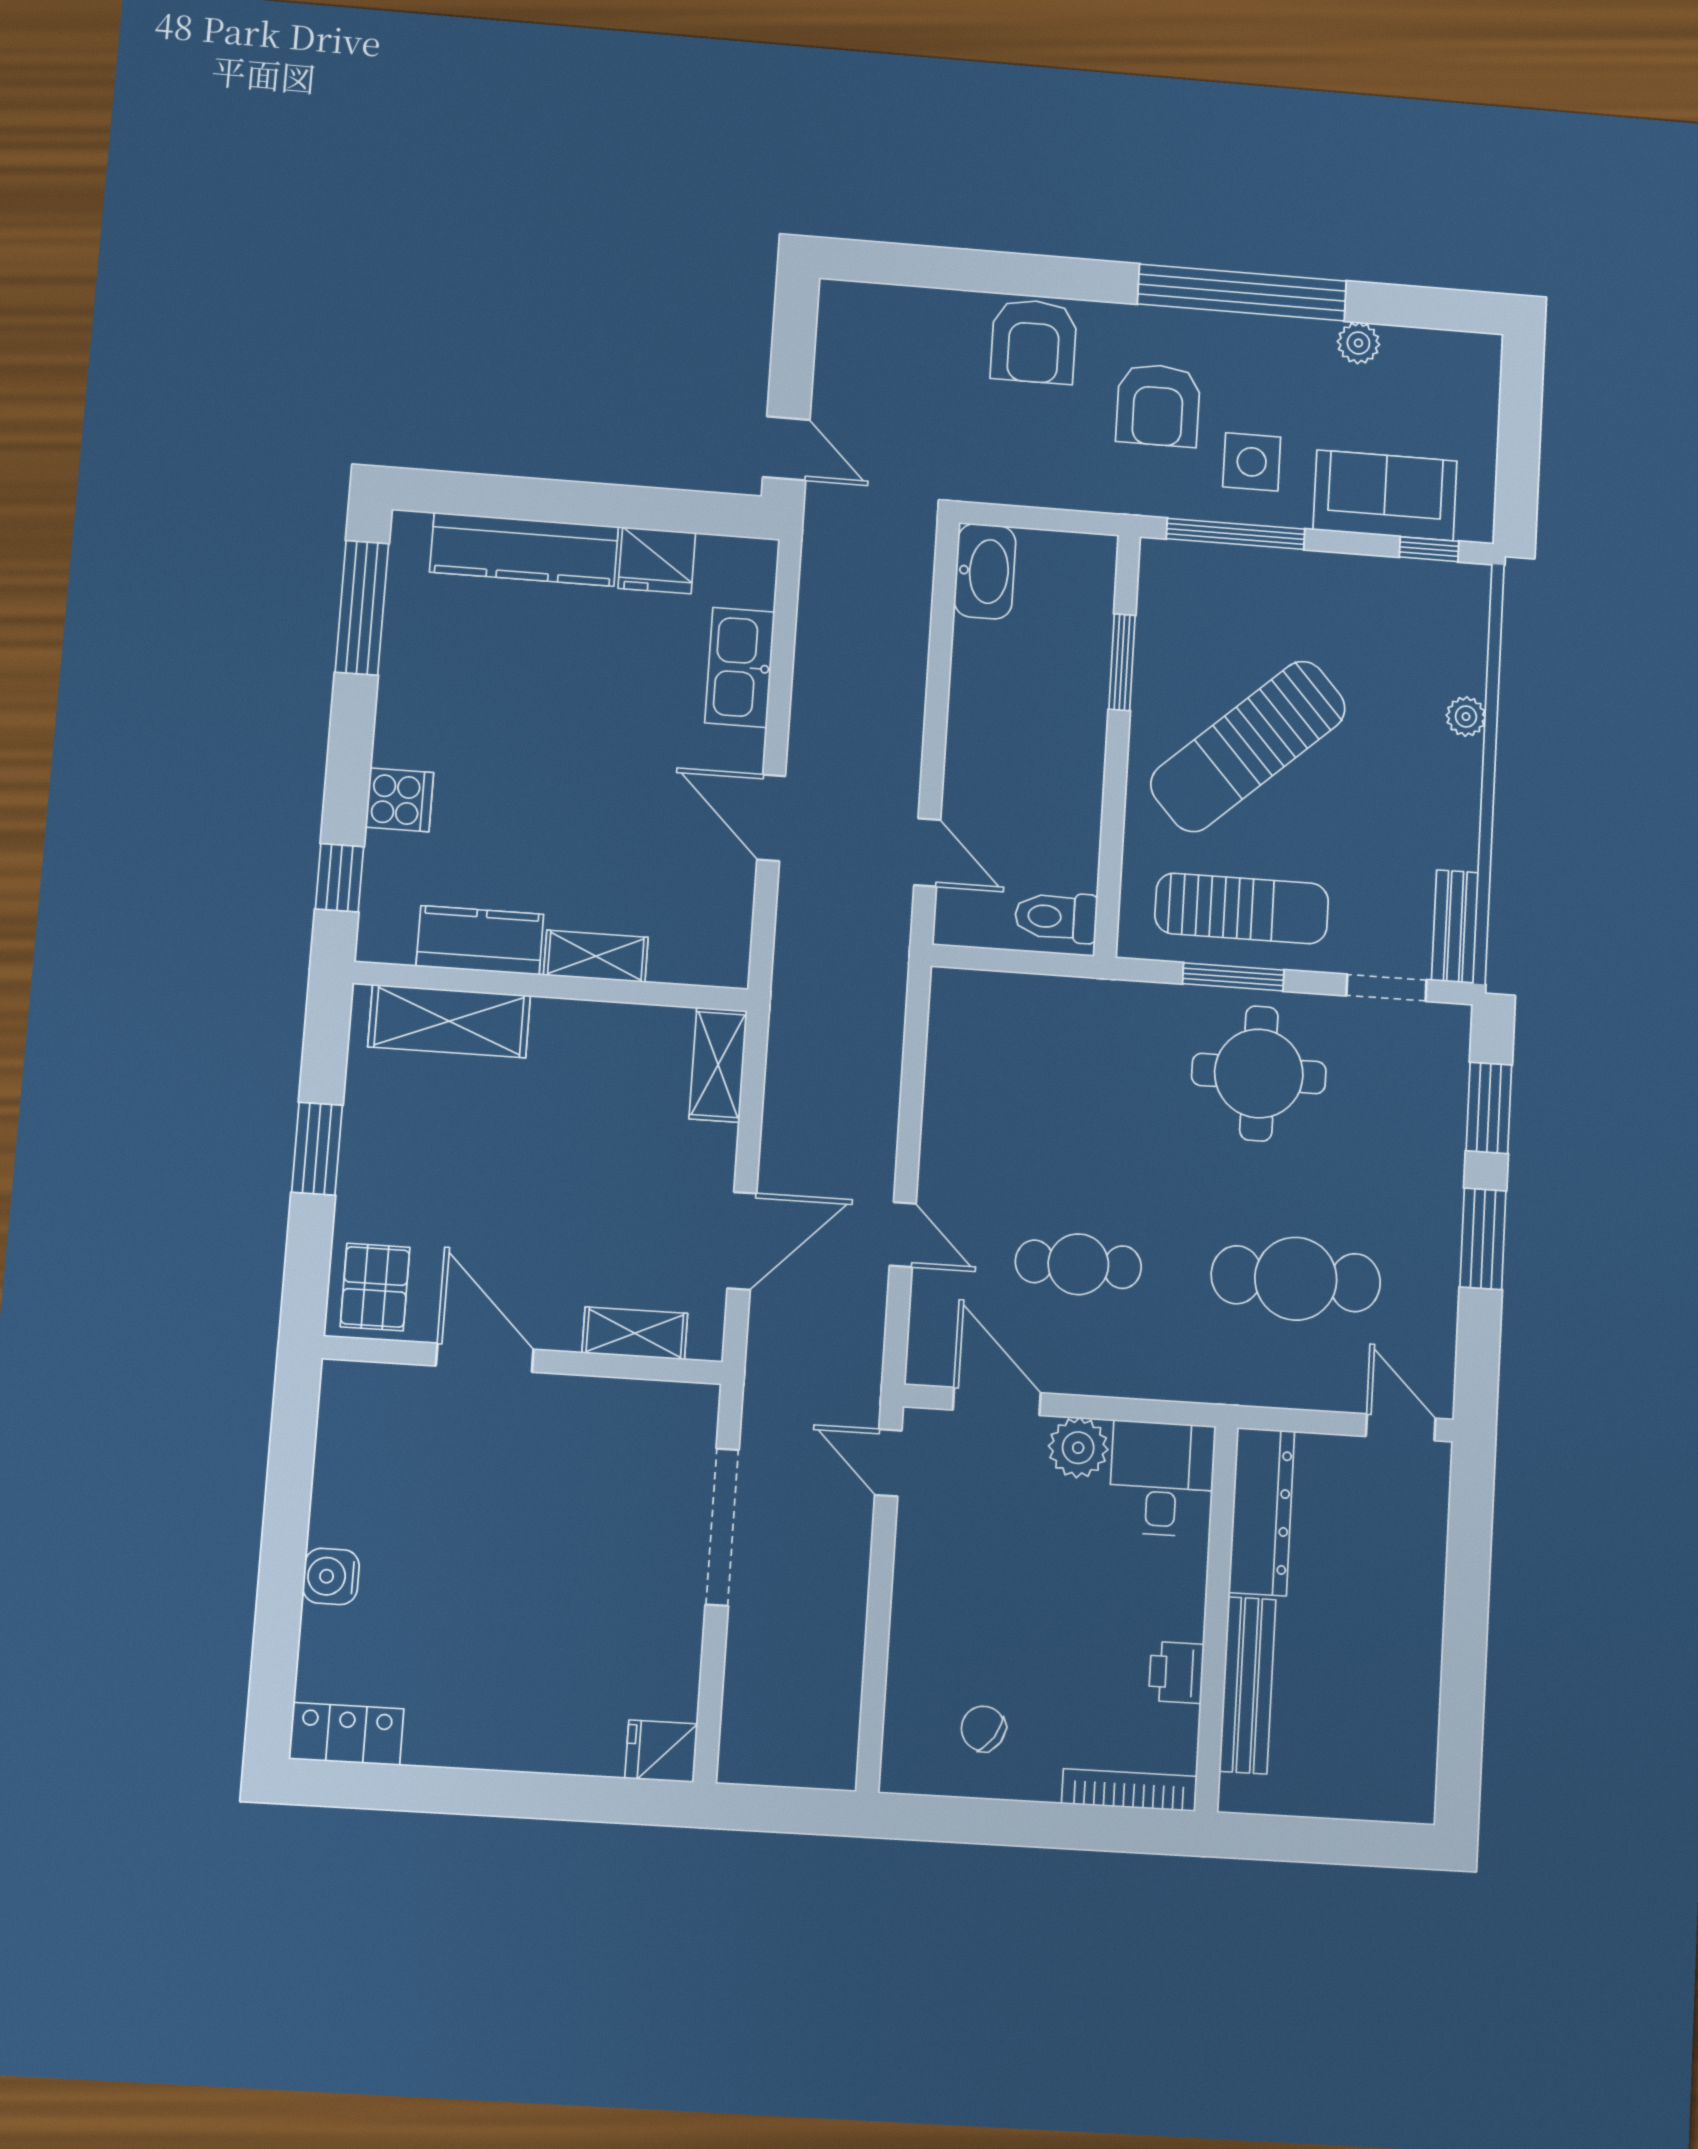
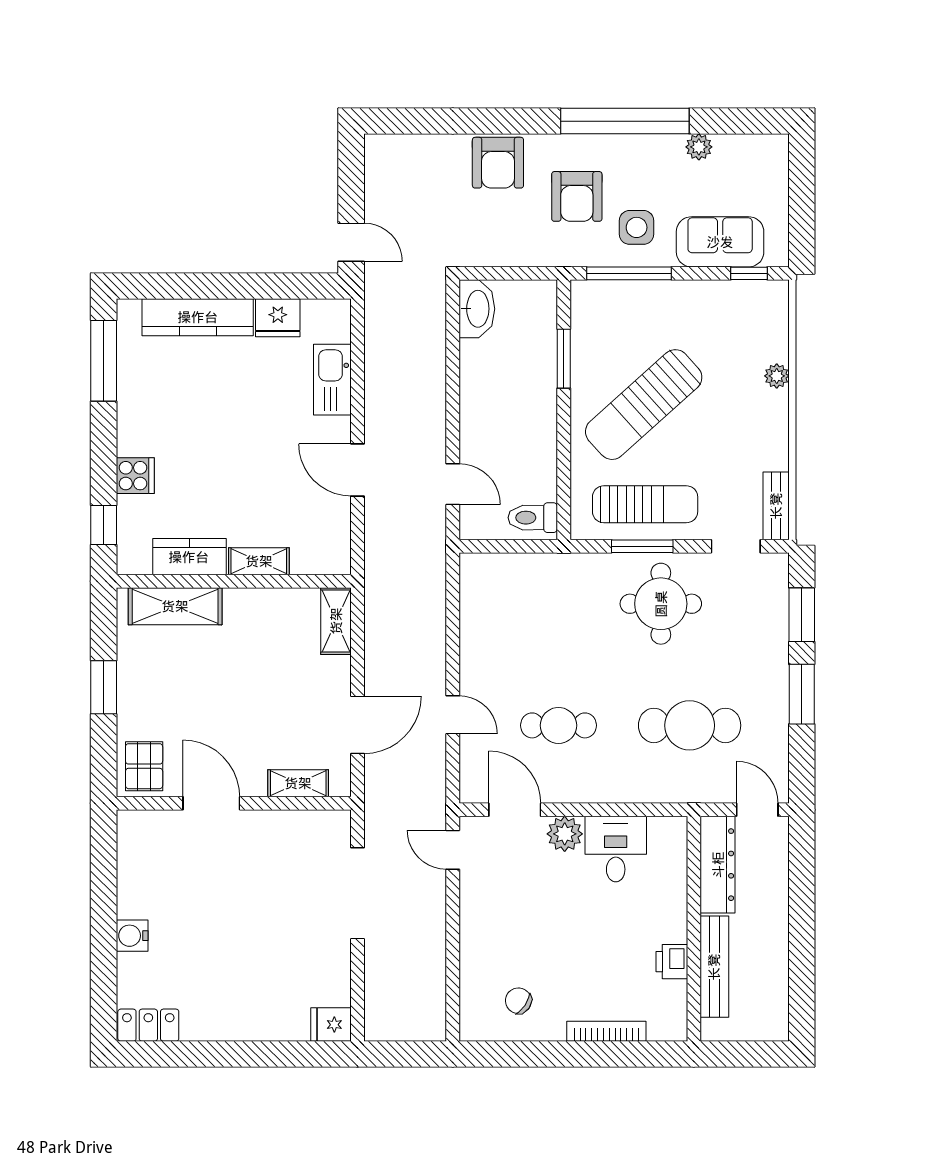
dresser: (1262, 1512) -> (718, 865), moved
wall: (1216, 1618) -> (694, 929), moved
printer: (1176, 1672) -> (672, 962), moved
bench: (1247, 1685) -> (714, 967), moved

